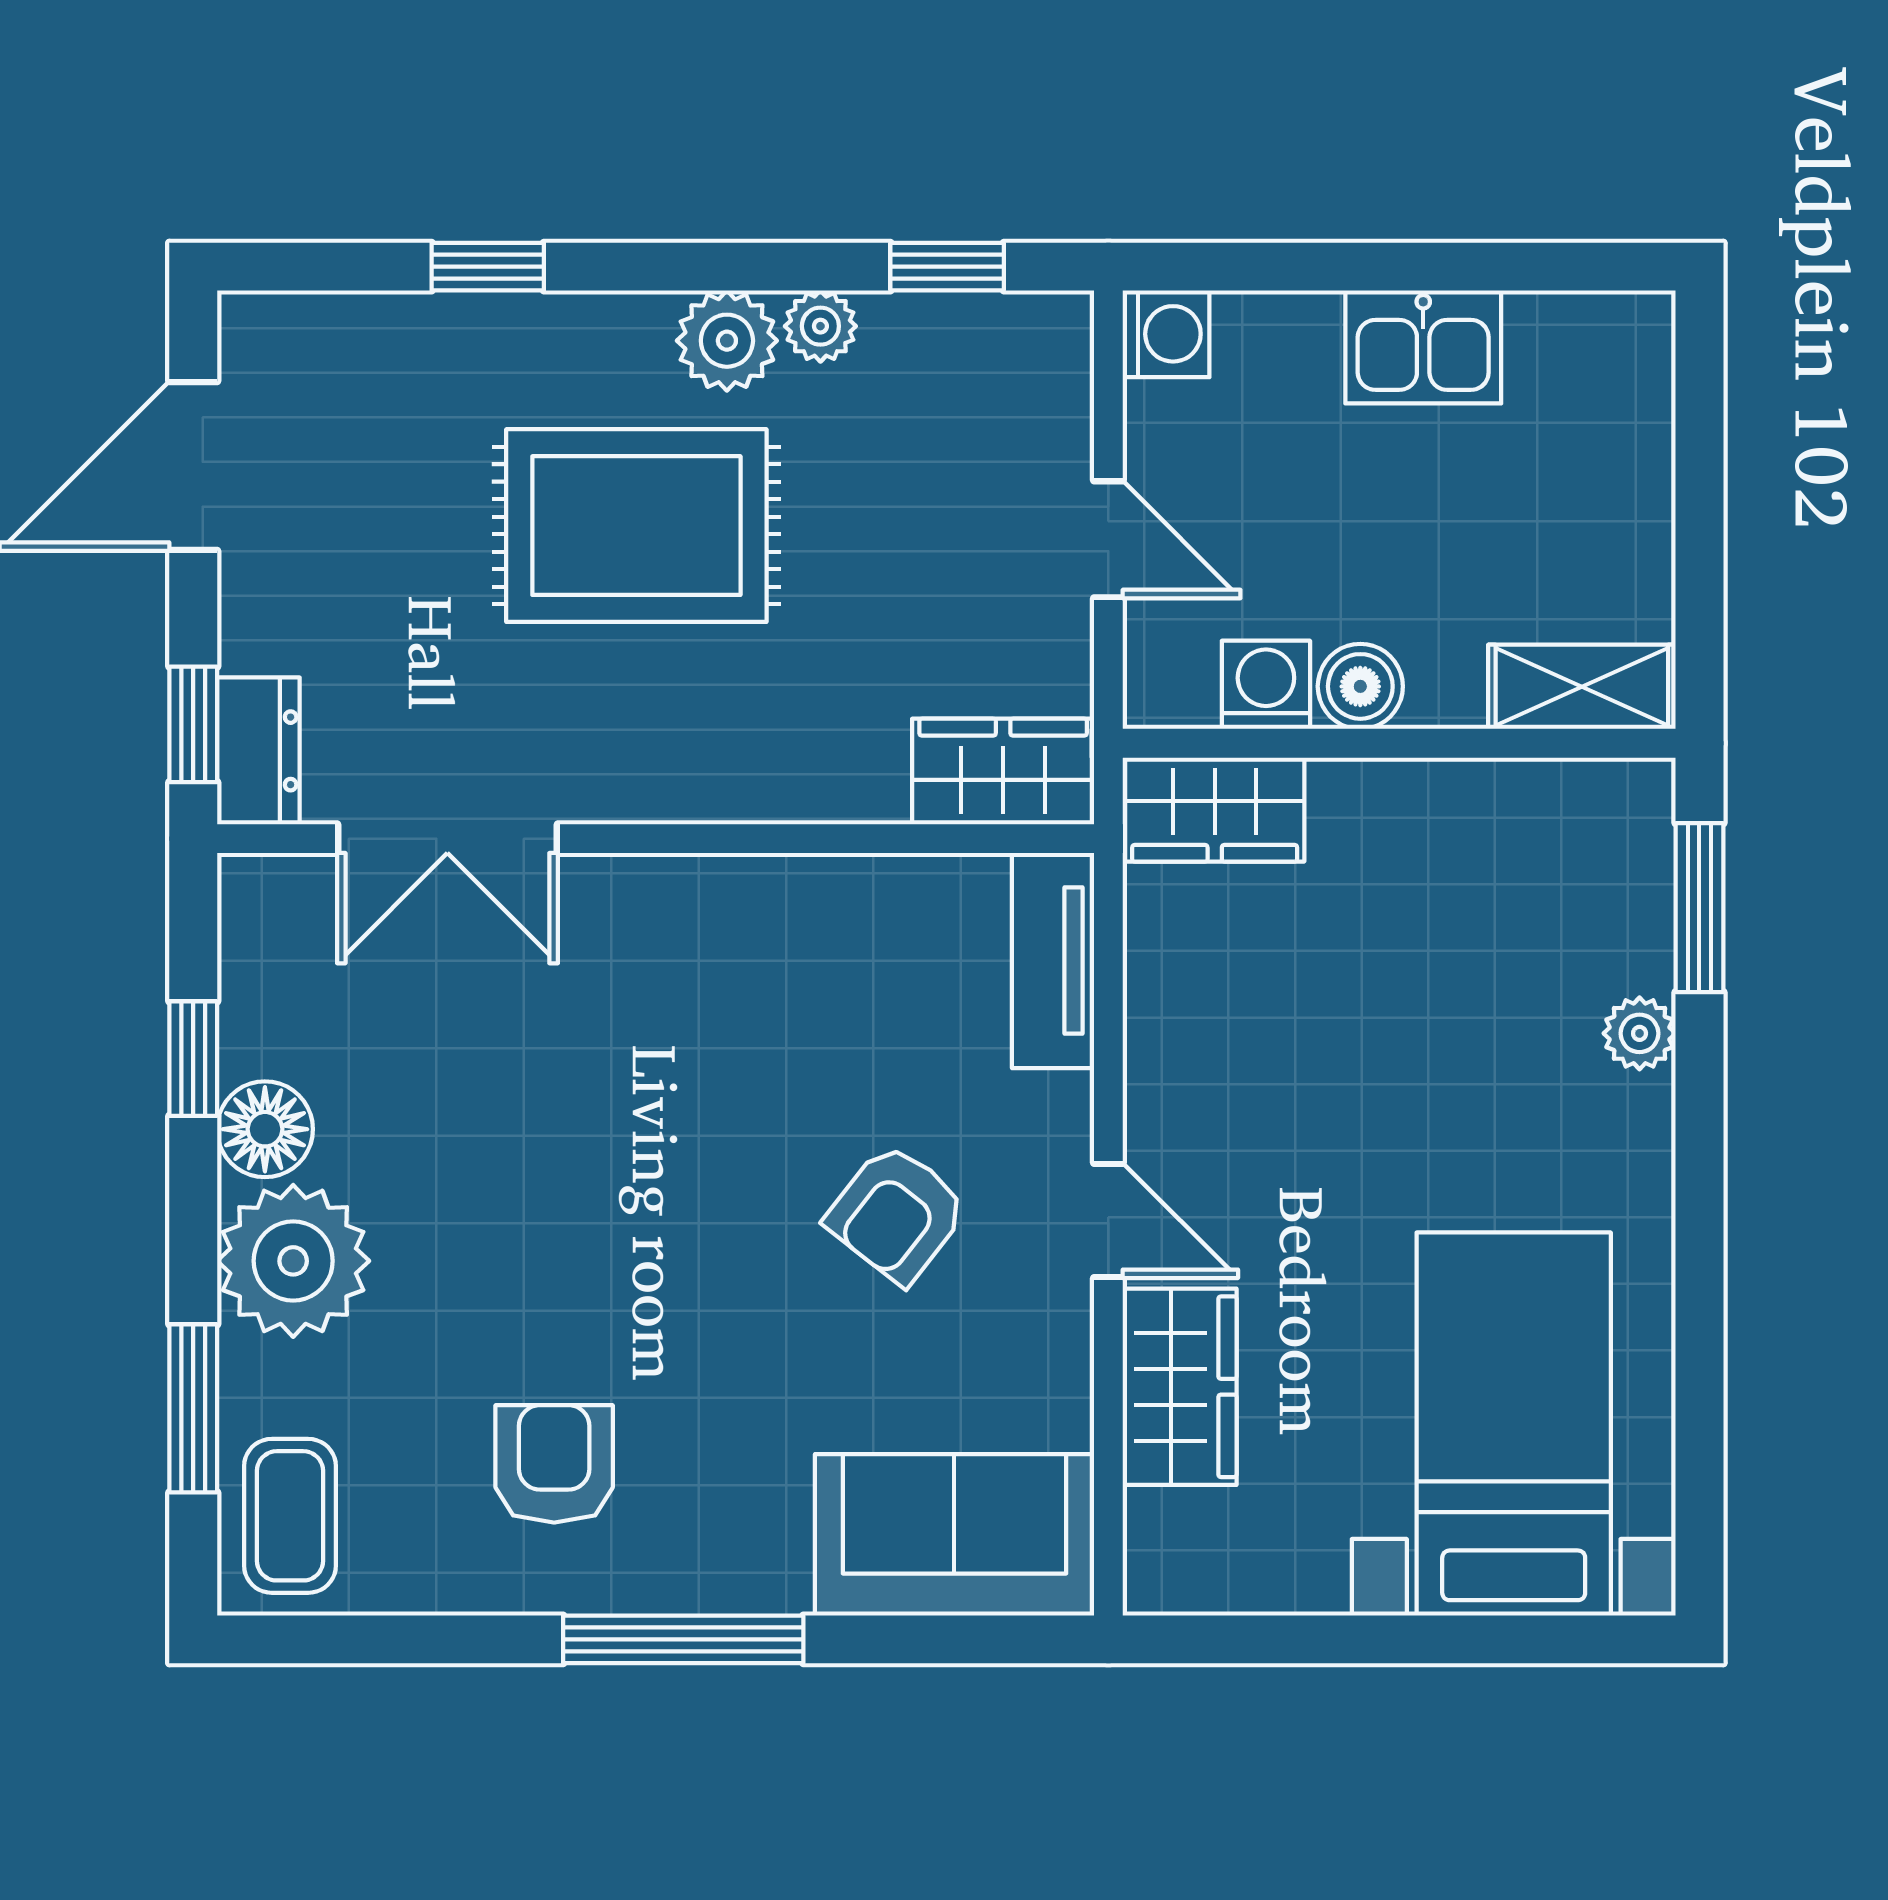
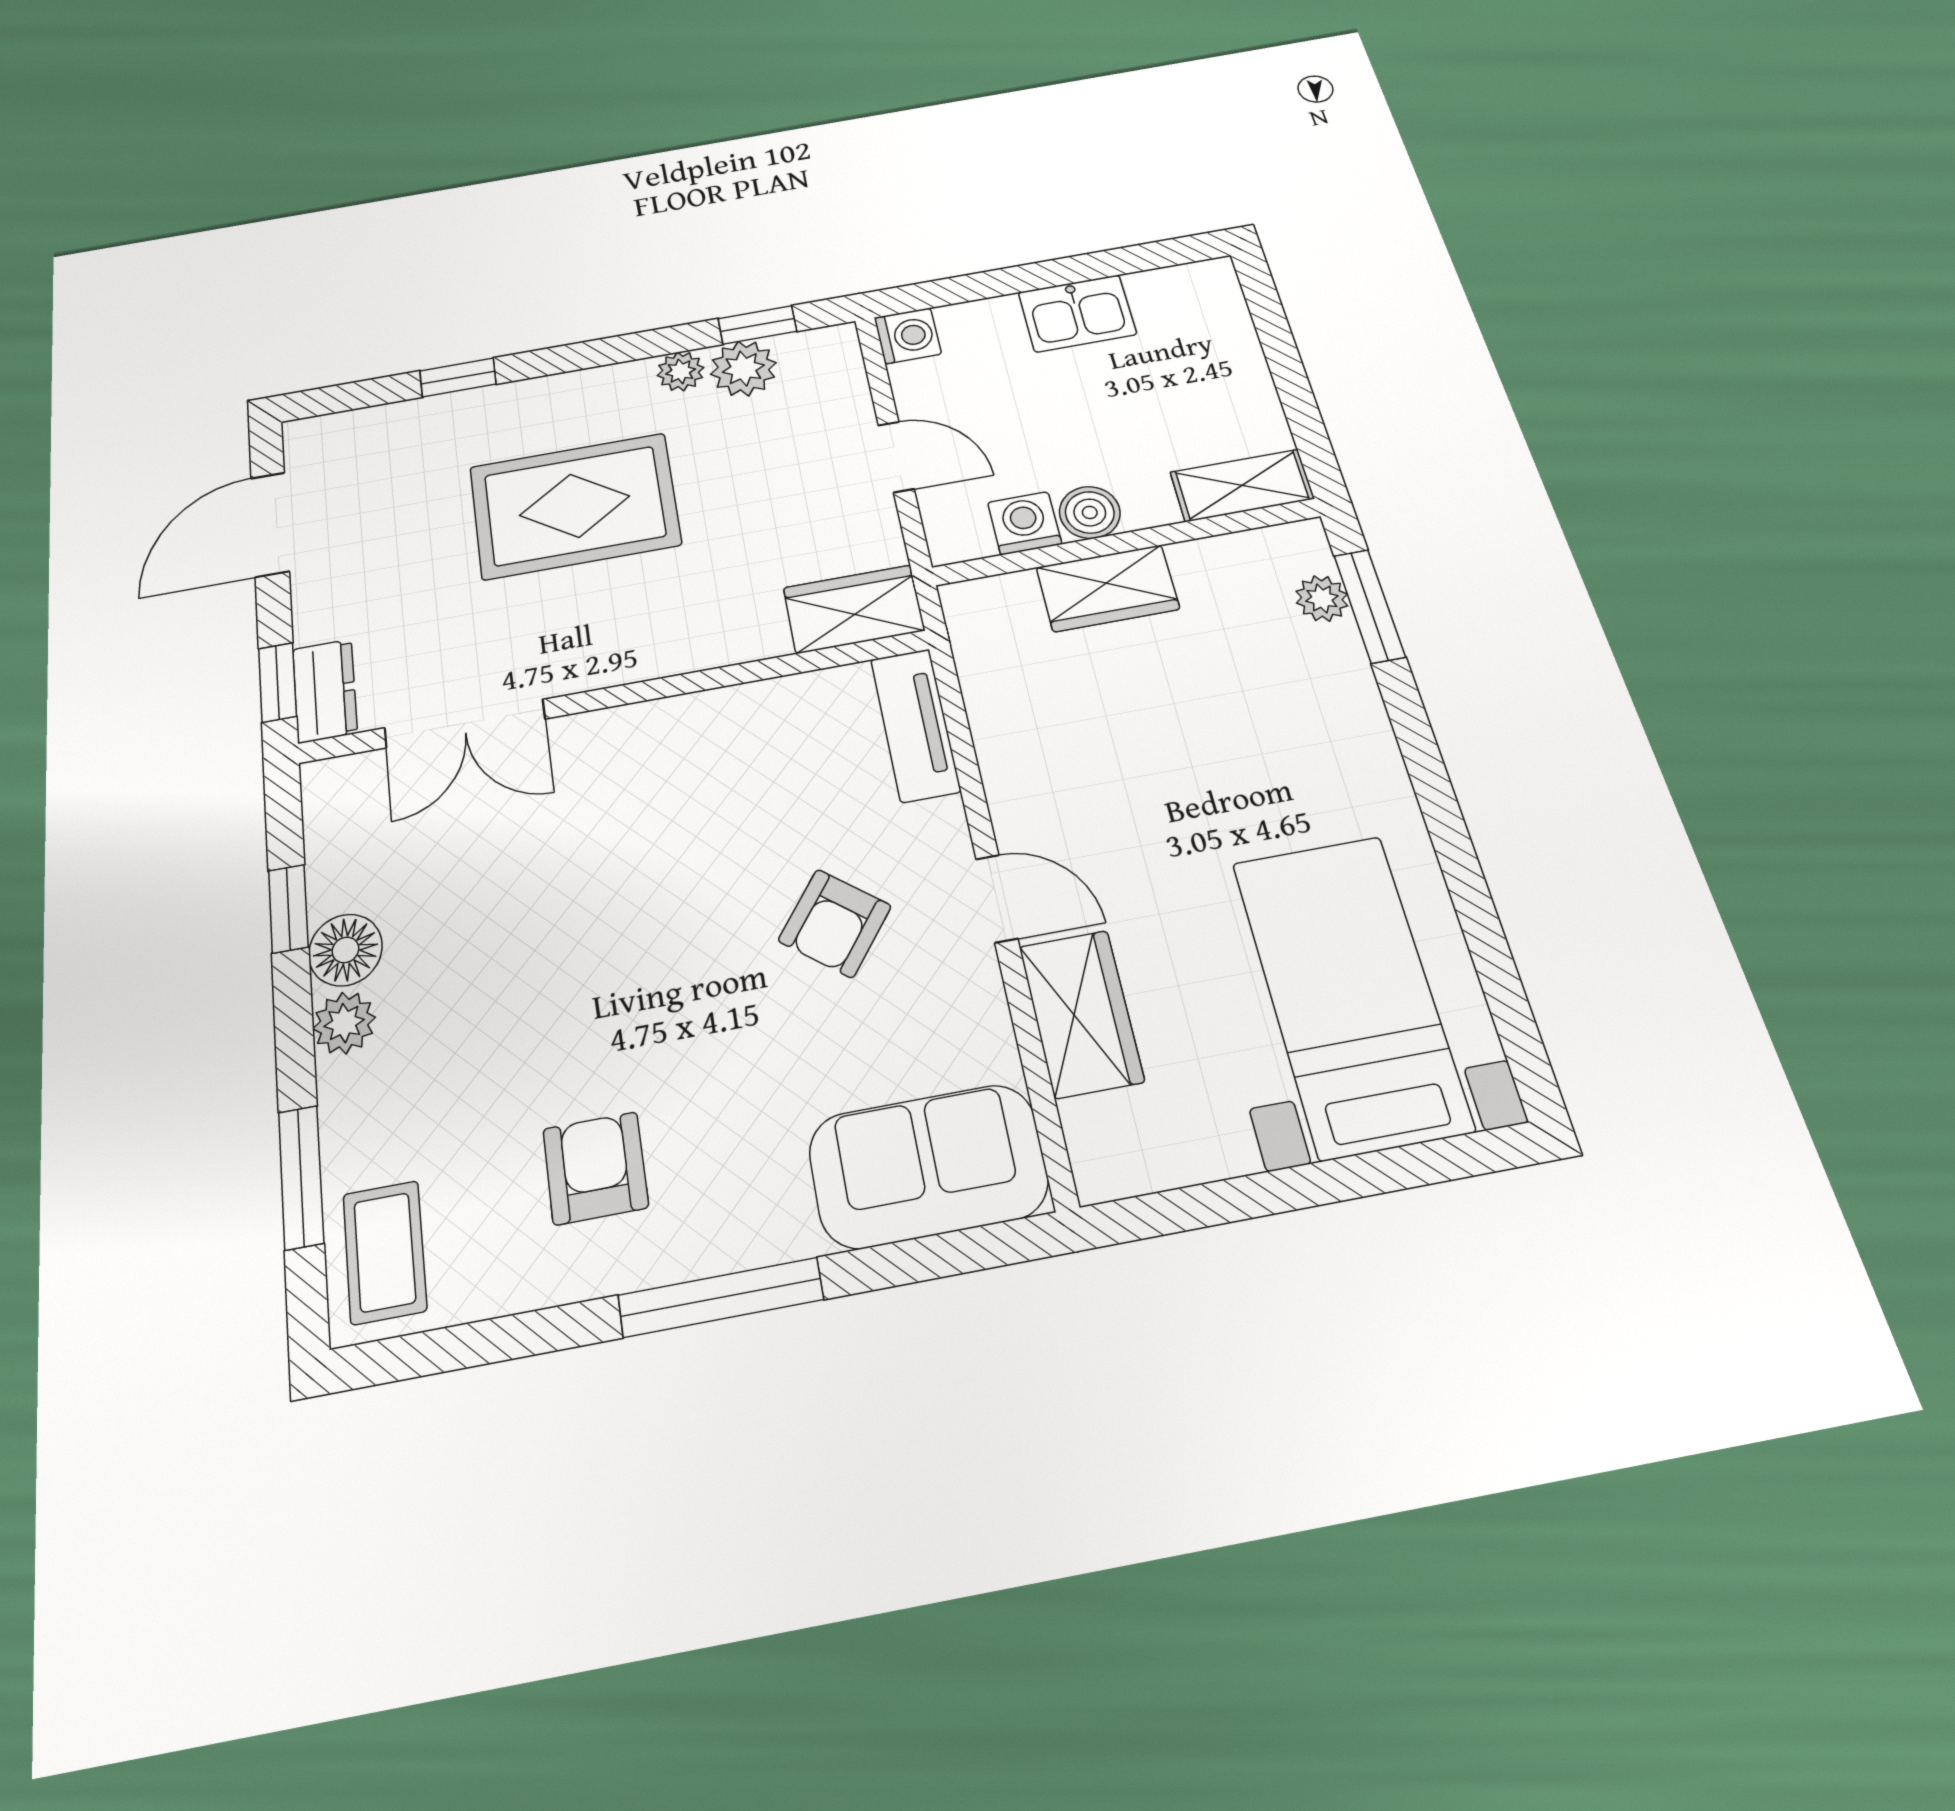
plant: (727, 341) -> (743, 369), moved
wardrobe: (1215, 810) -> (1108, 588), moved
plant: (1640, 1033) -> (1322, 598), moved
plant: (293, 1261) -> (344, 1023), width x0.53, depth x0.53

